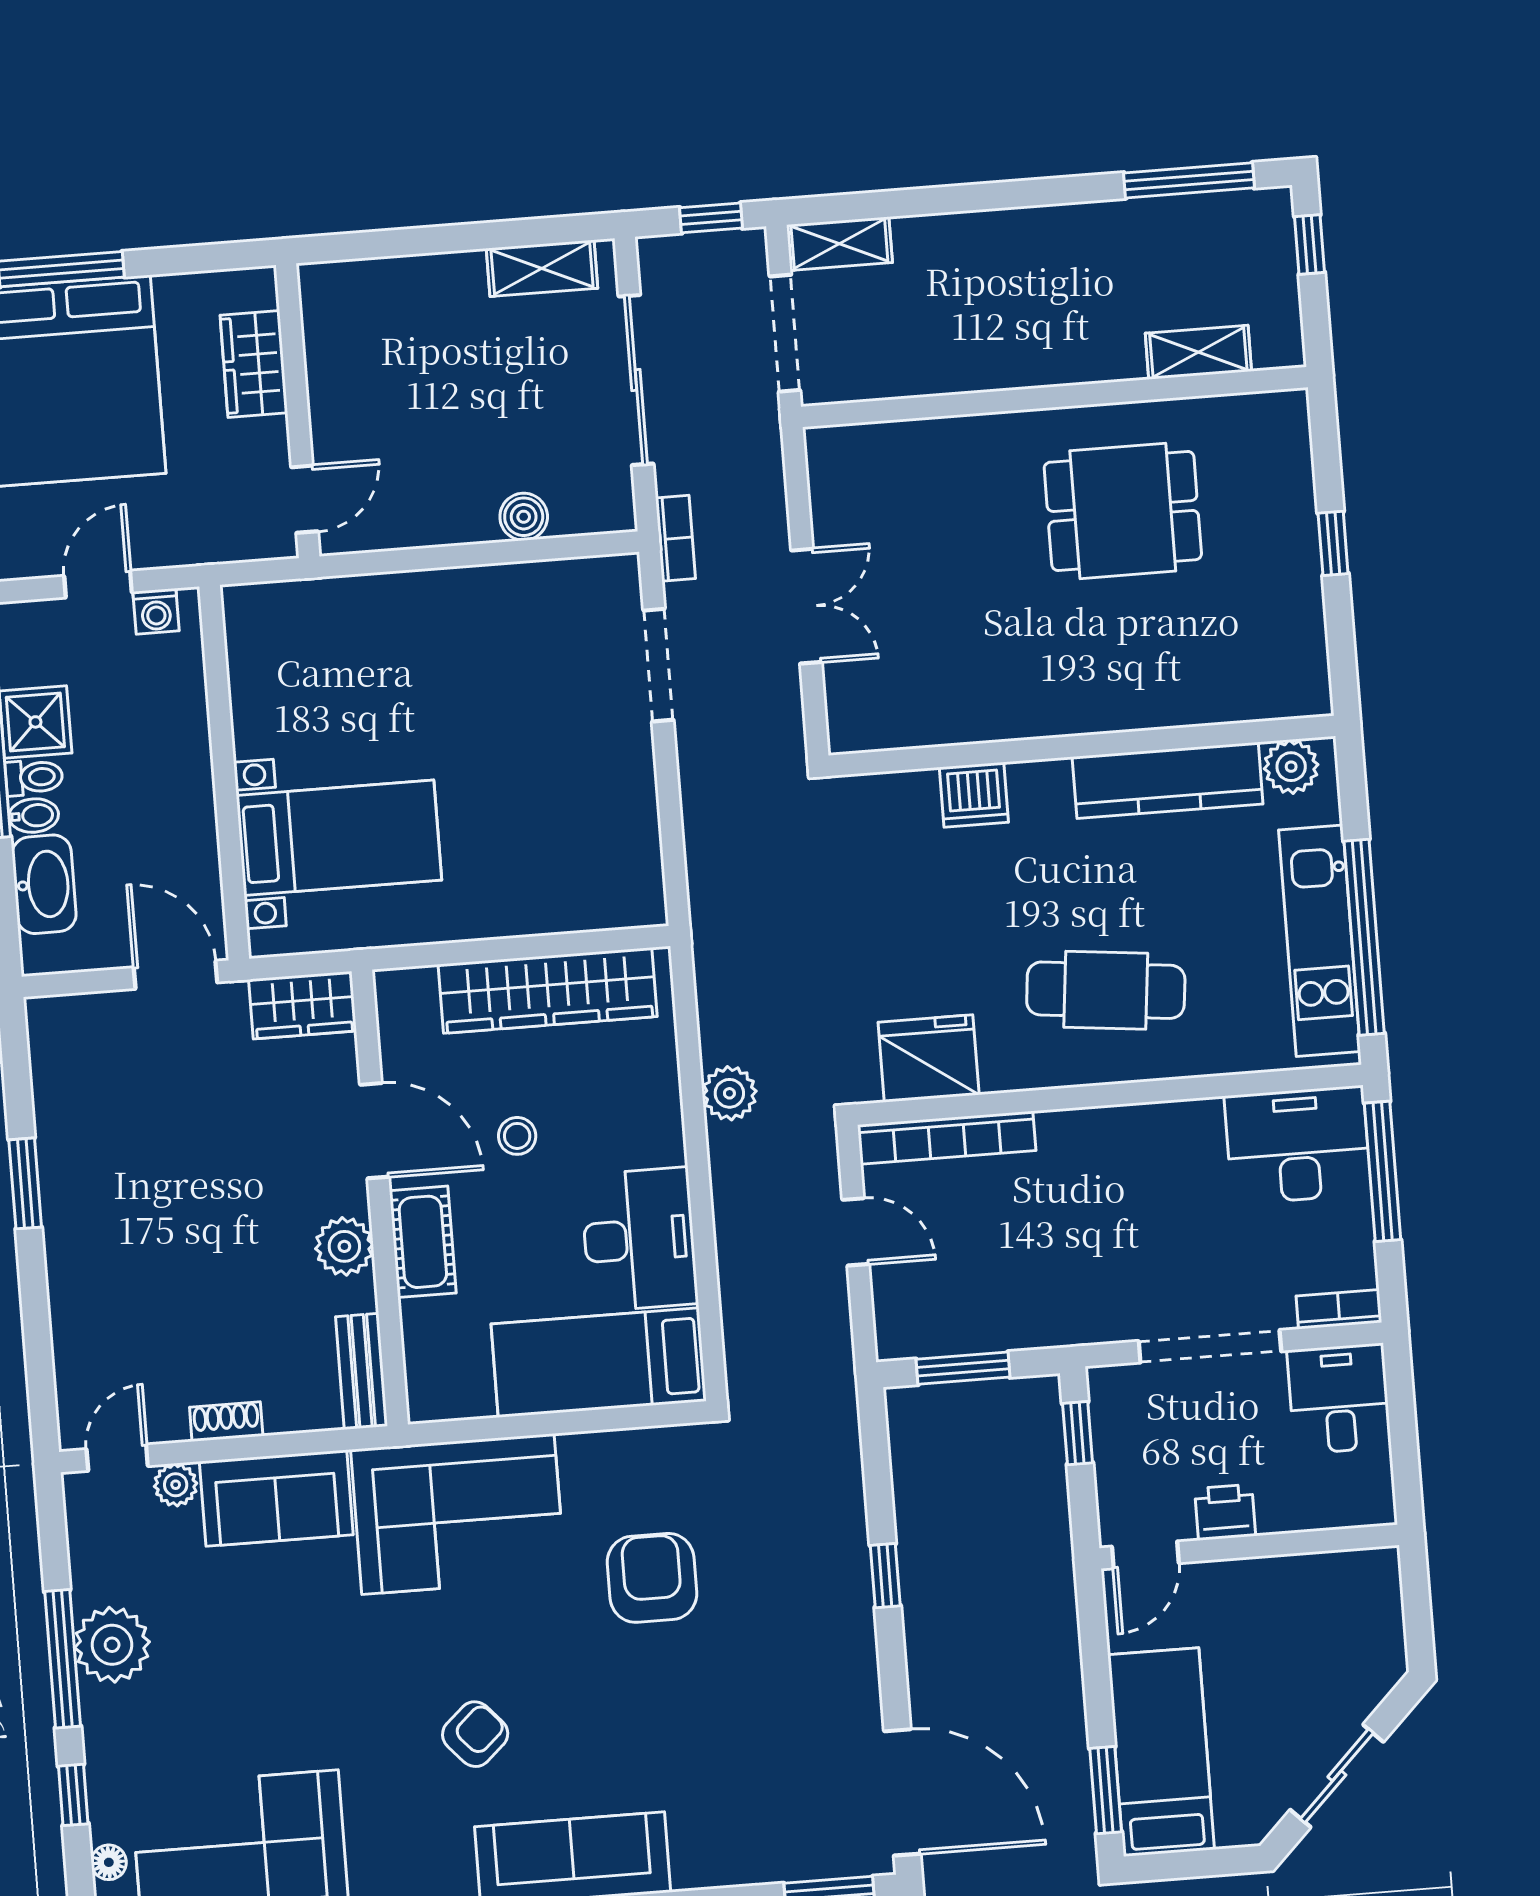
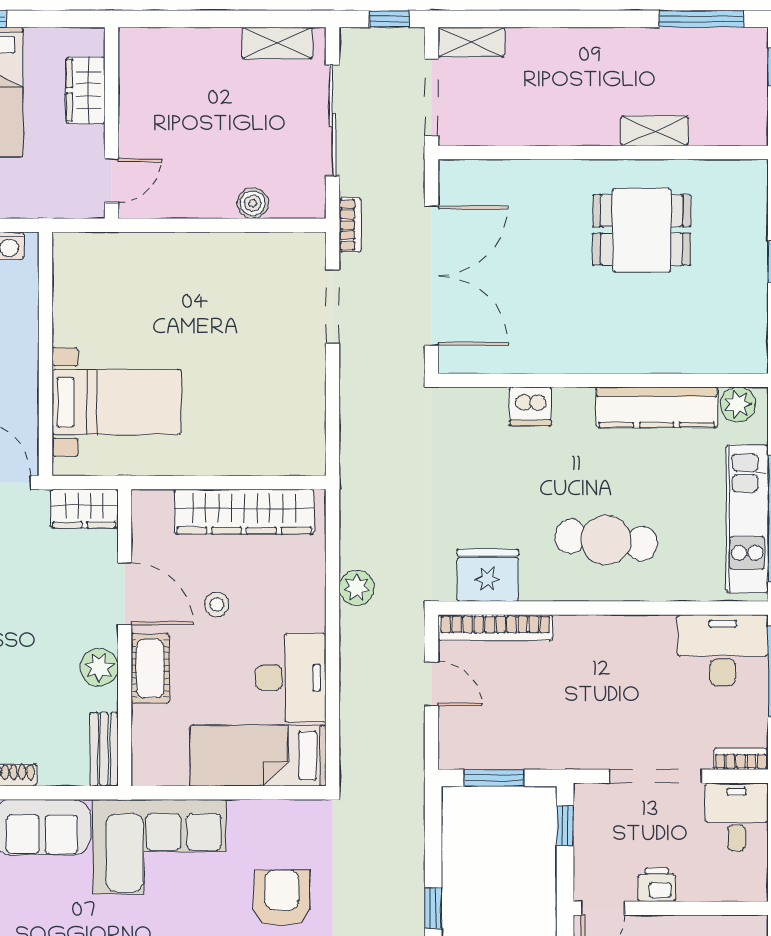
shelving: (1198, 352) -> (654, 131), moved
double door: (806, 606) -> (431, 276), width x1.87

